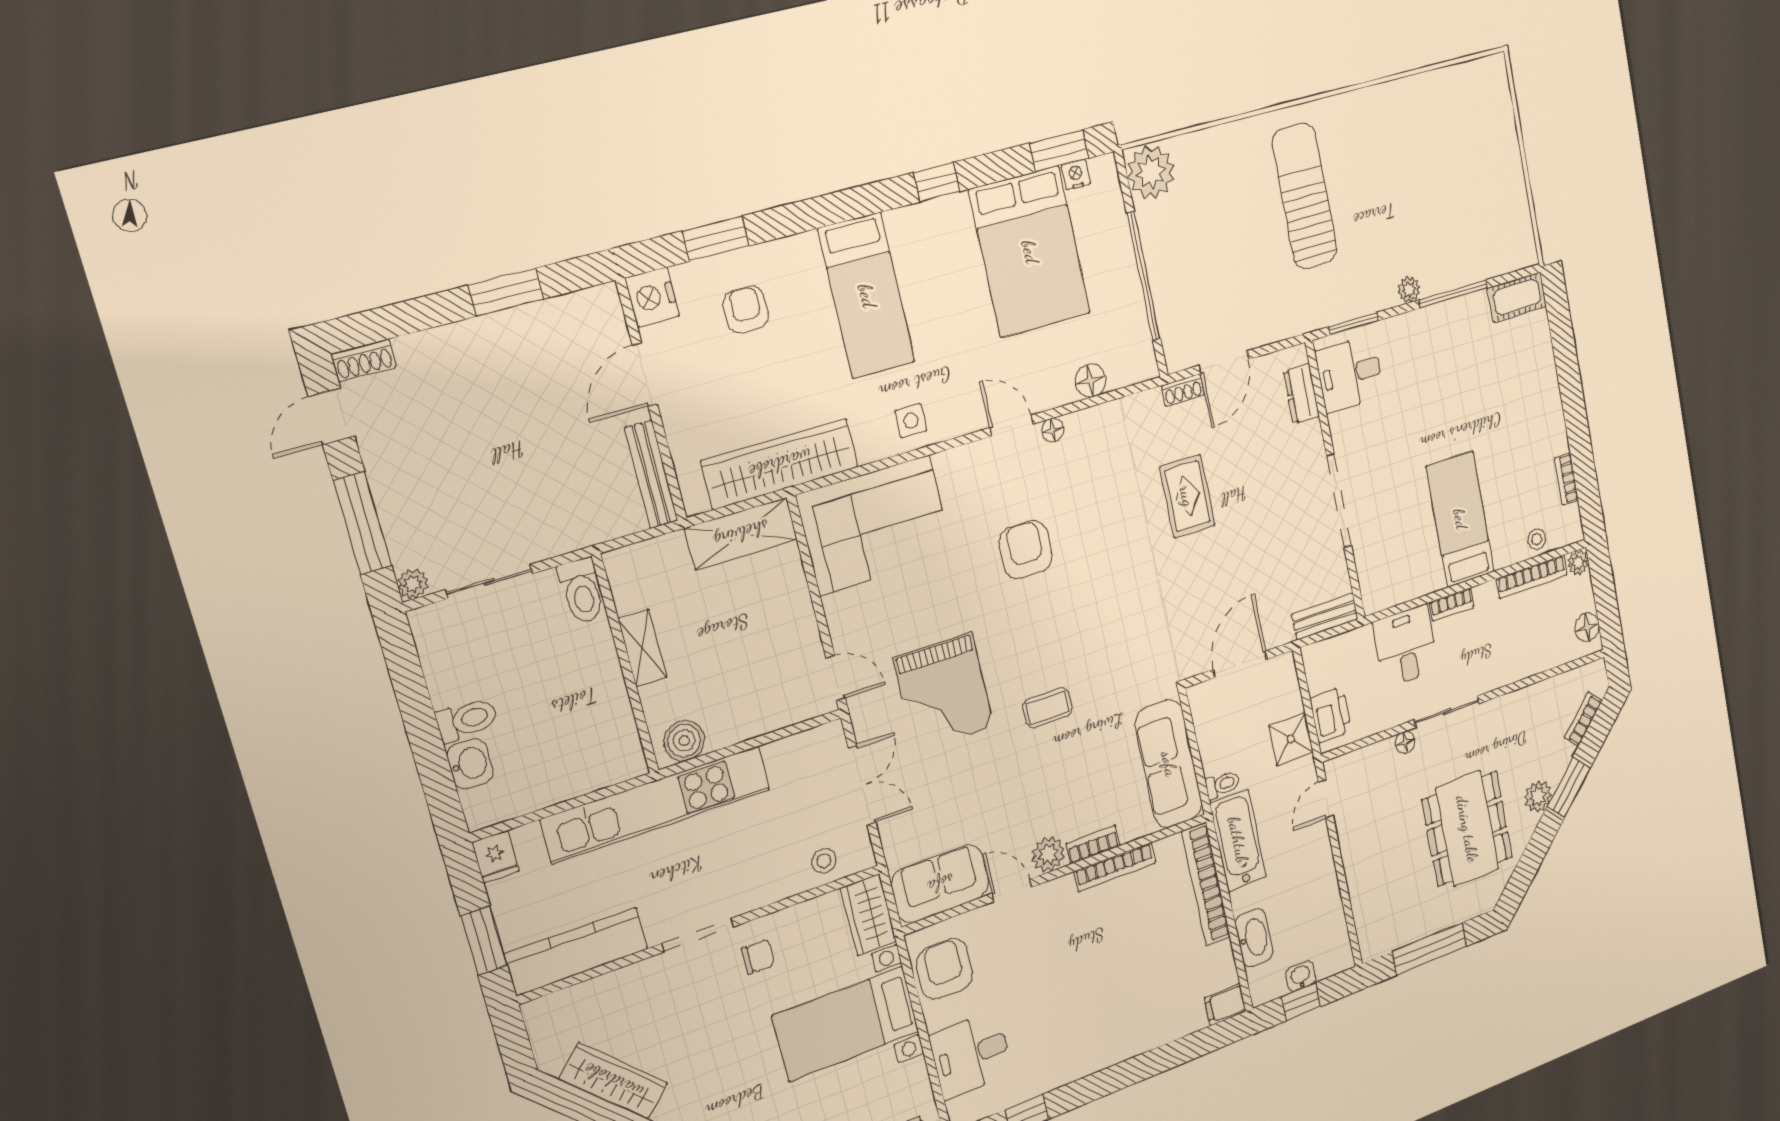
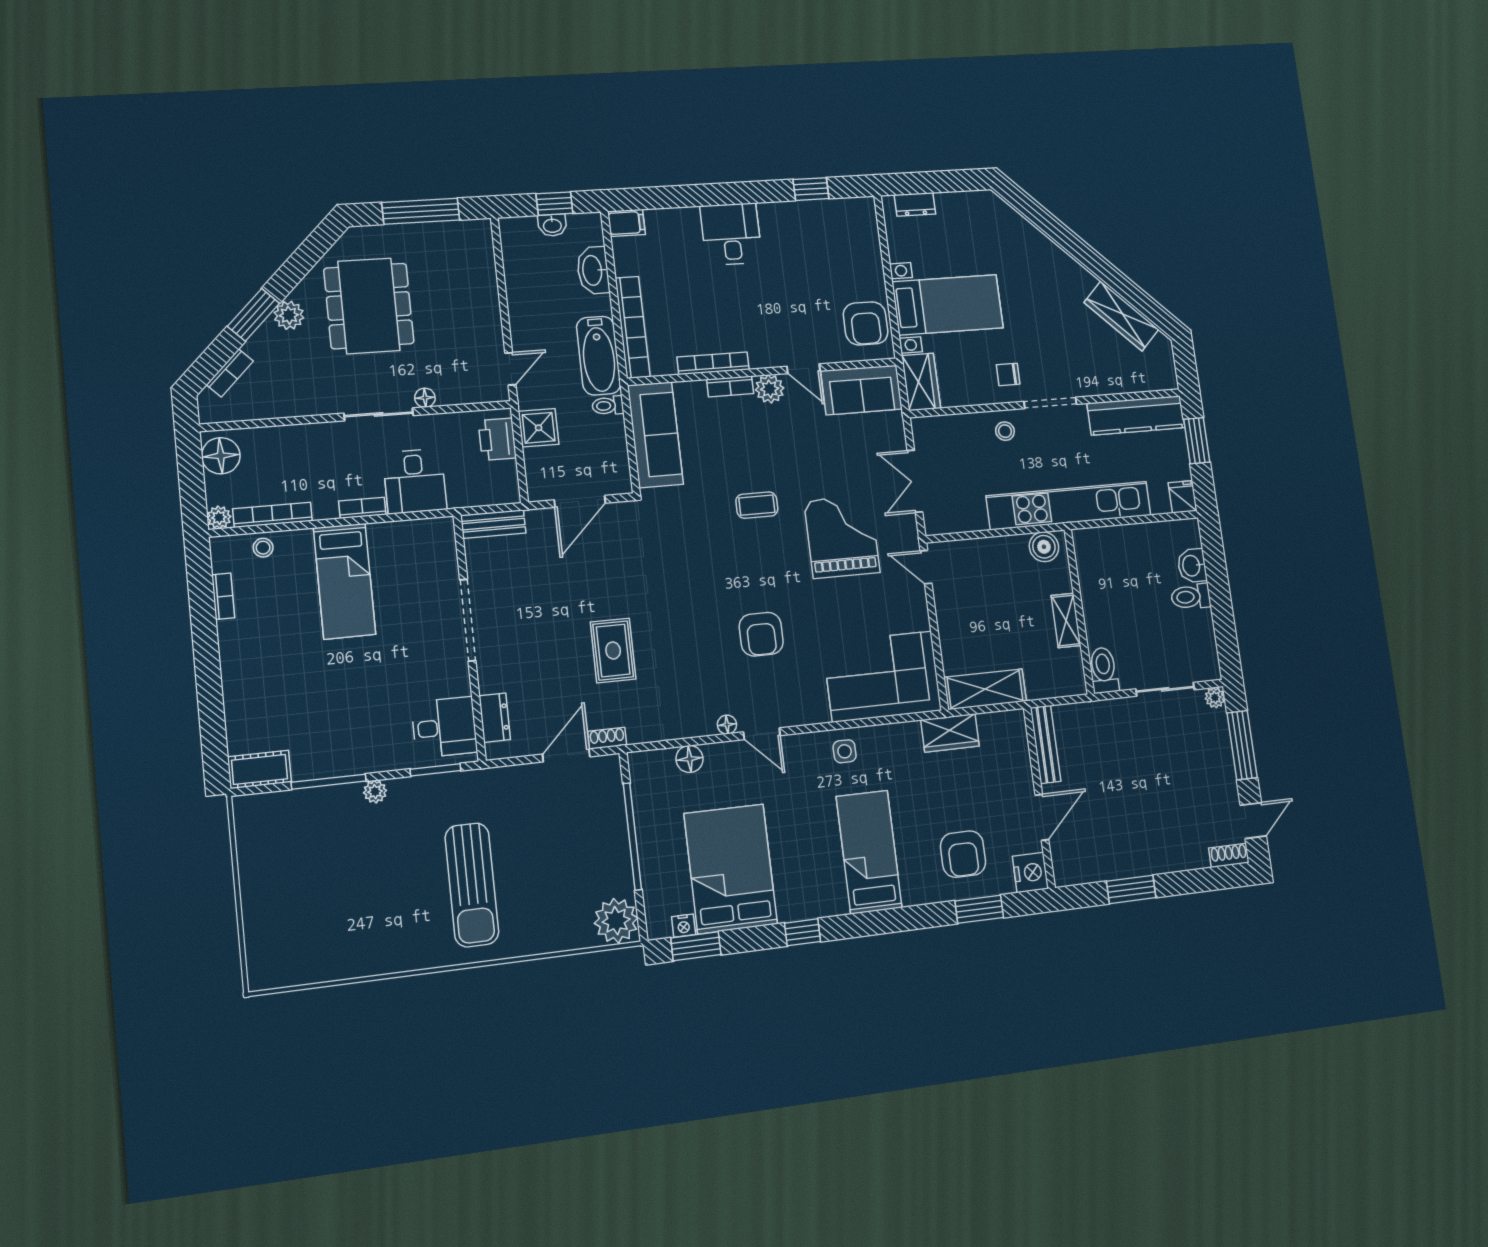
armchair: (746, 309) -> (963, 854), width x1.38, depth x1.38
wardrobe: (780, 464) -> (950, 733), width x0.48, depth x0.85
floor lamp: (1587, 627) -> (221, 456), width x1.38, depth x1.38
stool: (824, 861) -> (1005, 431), moved
desk: (971, 1055) -> (731, 234), moved, turned -90

